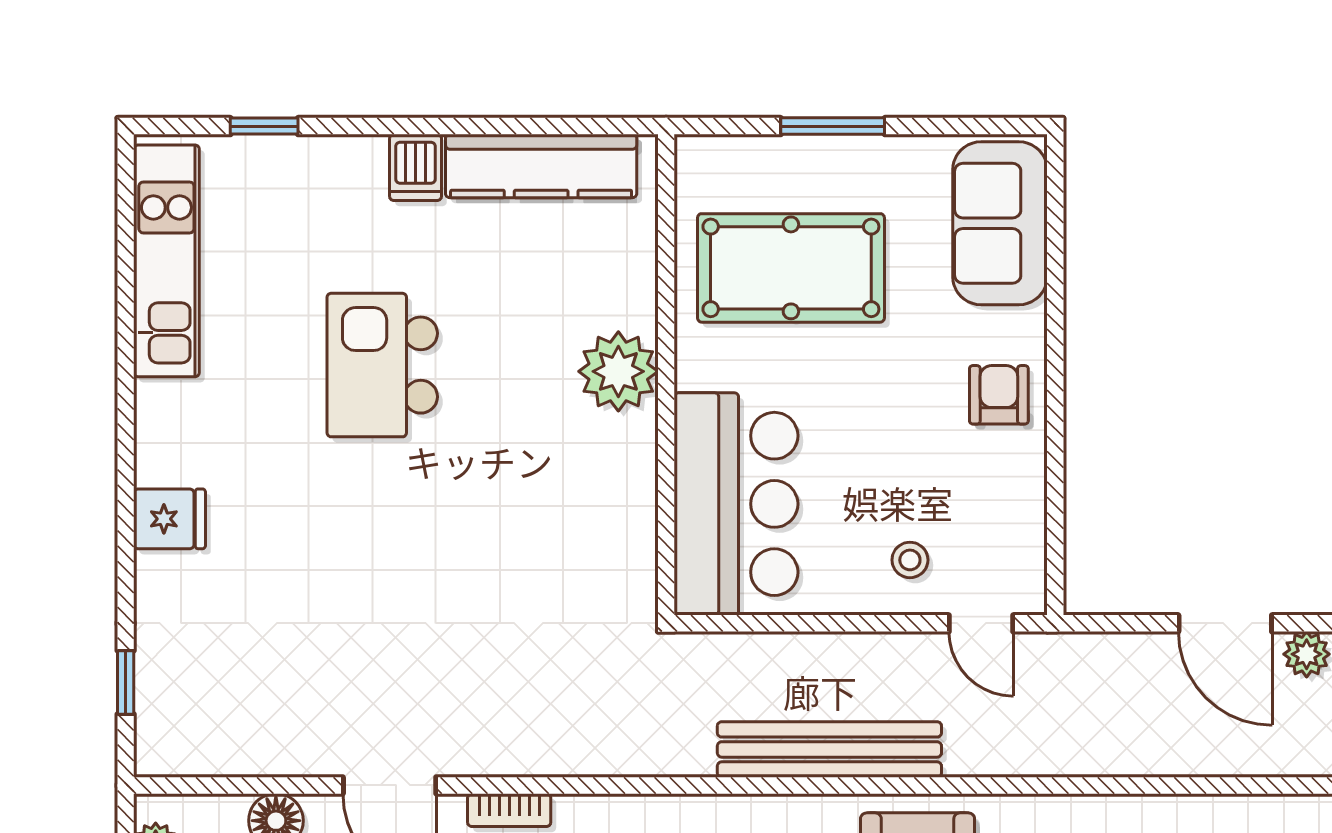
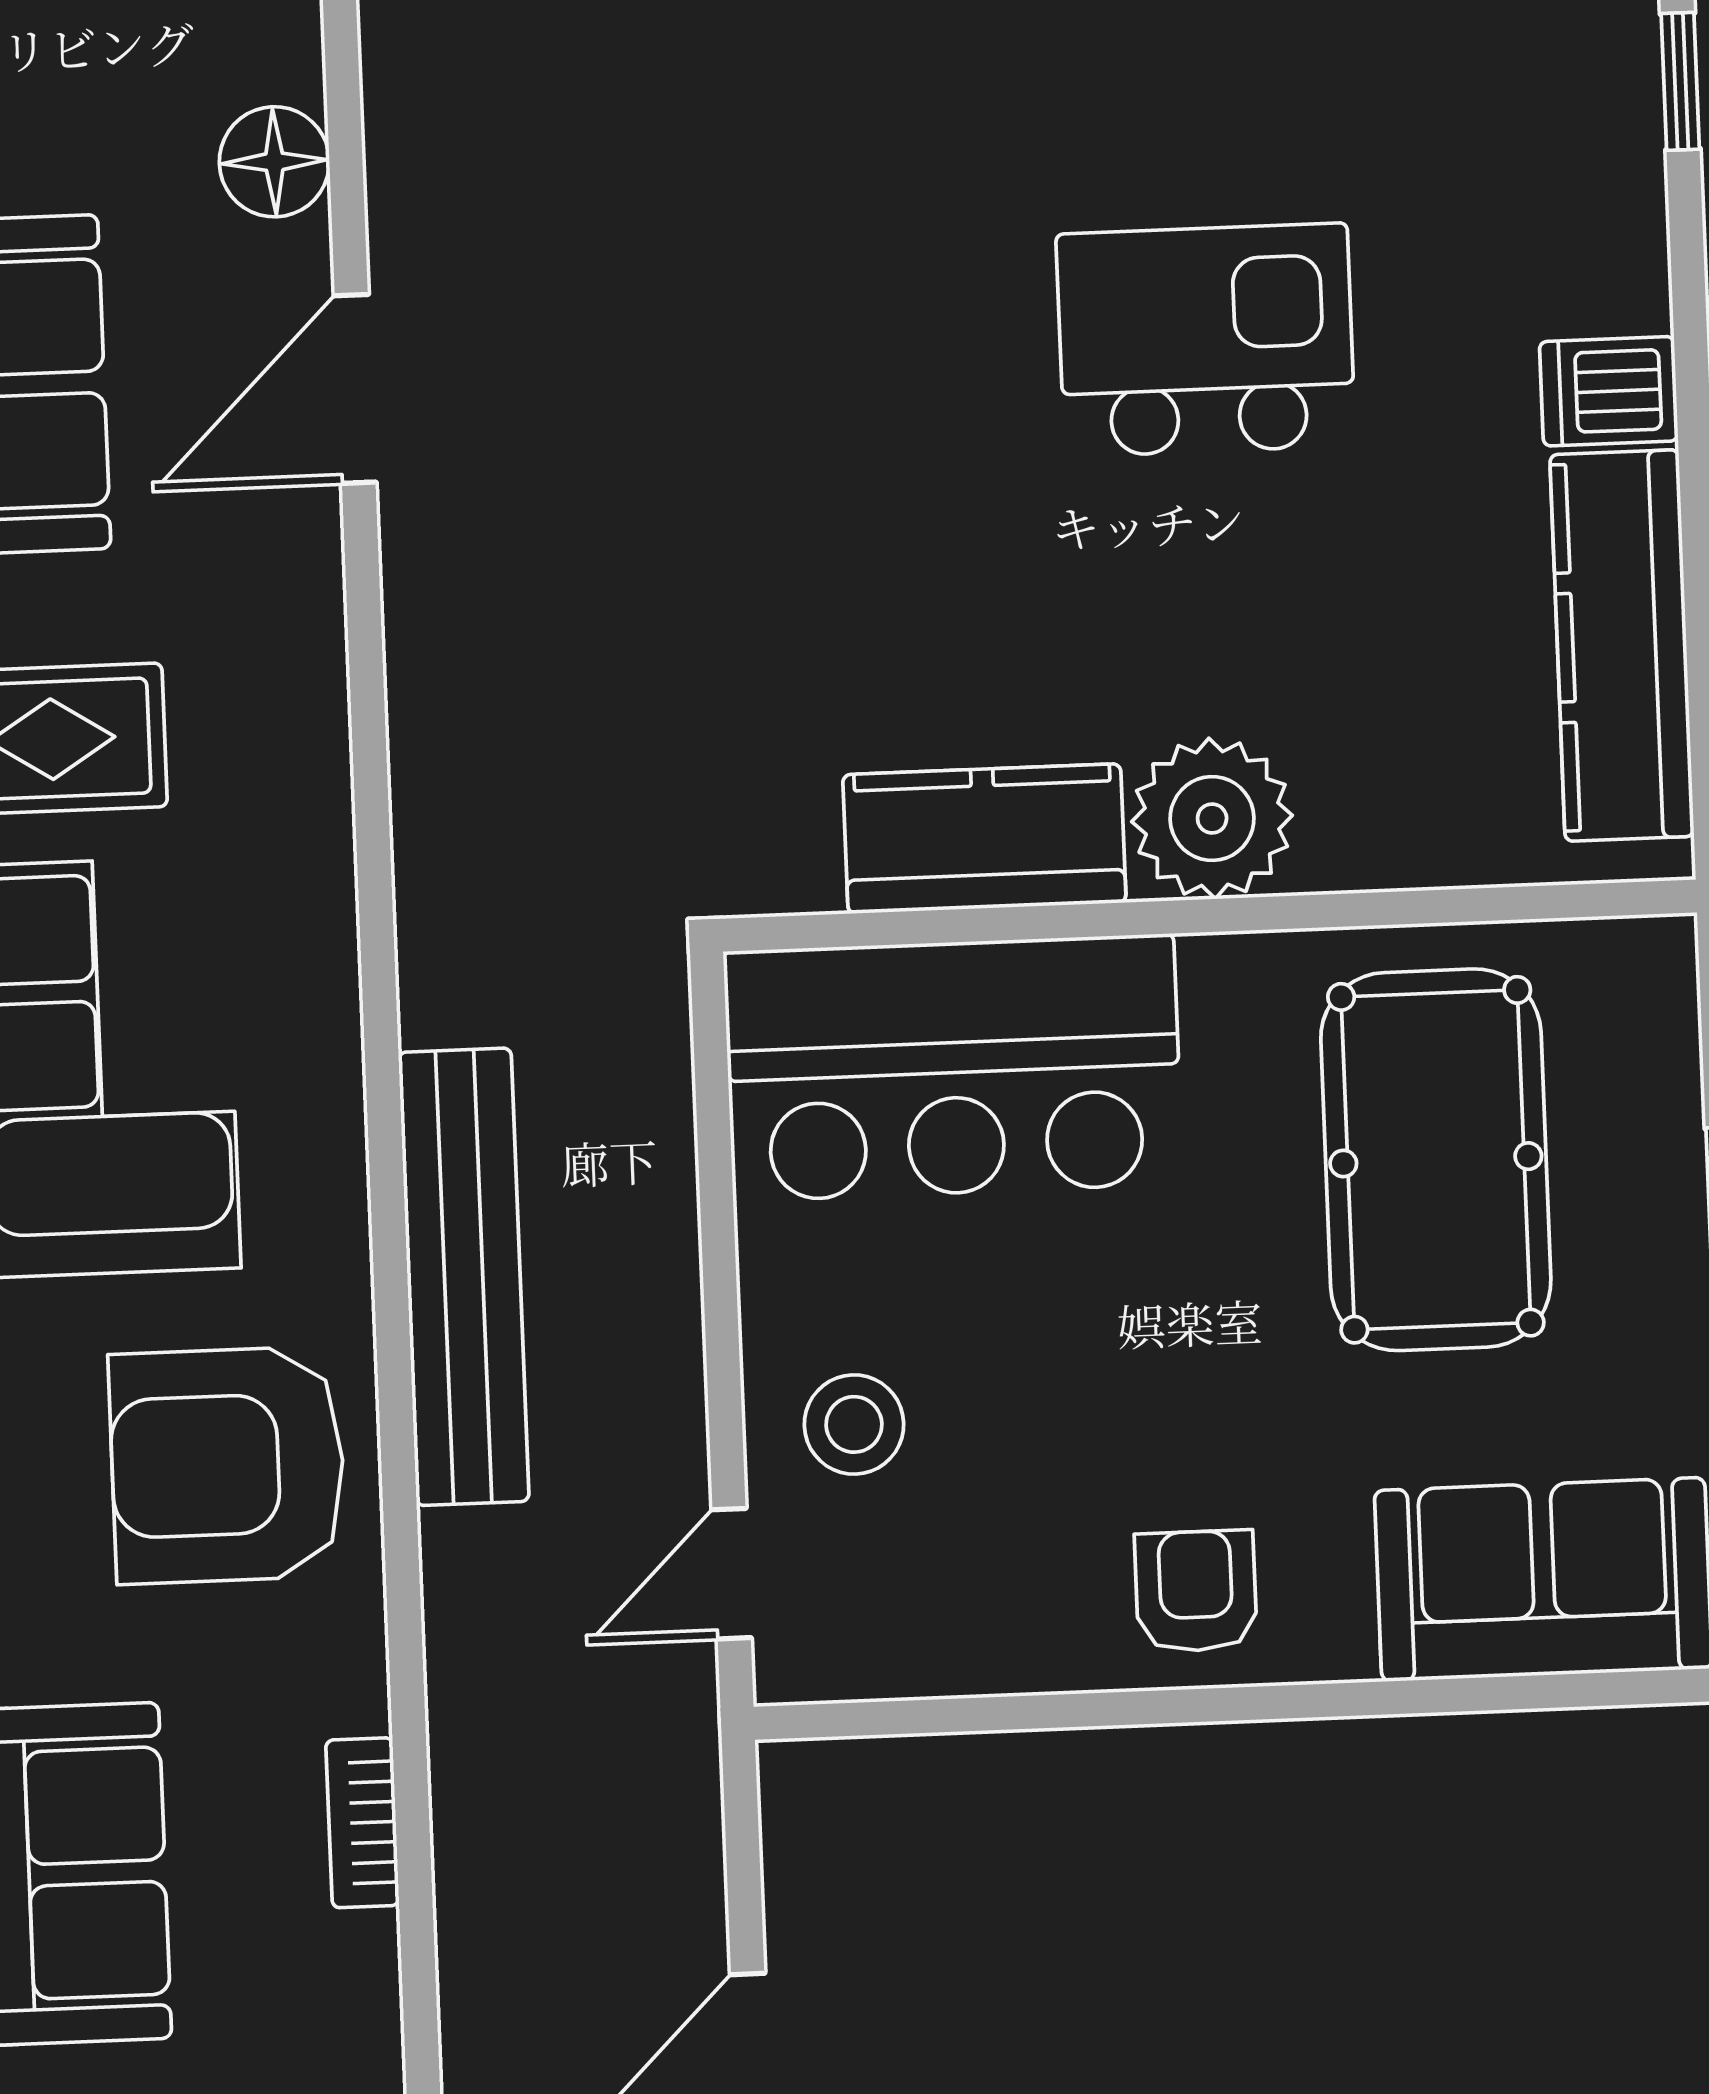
armchair: (999, 395) -> (1196, 1591), turned -90
kitchen counter: (624, 484) -> (984, 839), added
stool: (910, 560) -> (854, 1424), width x1.37, depth x1.37
bookcase: (509, 810) -> (363, 1823), moved

